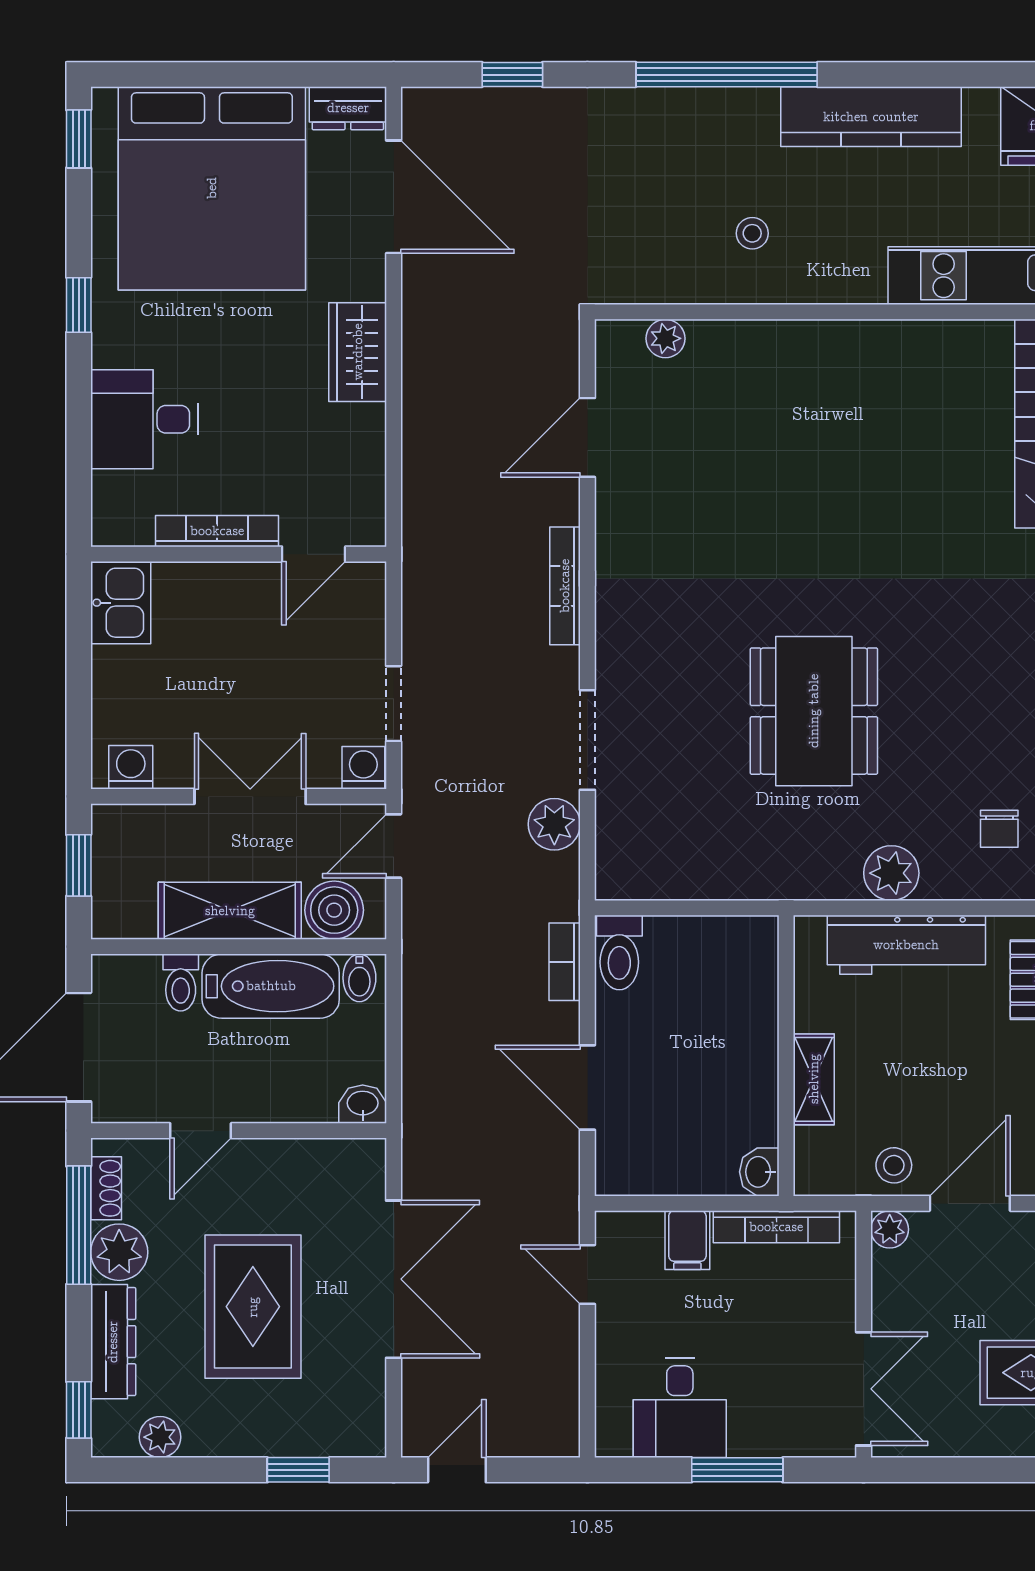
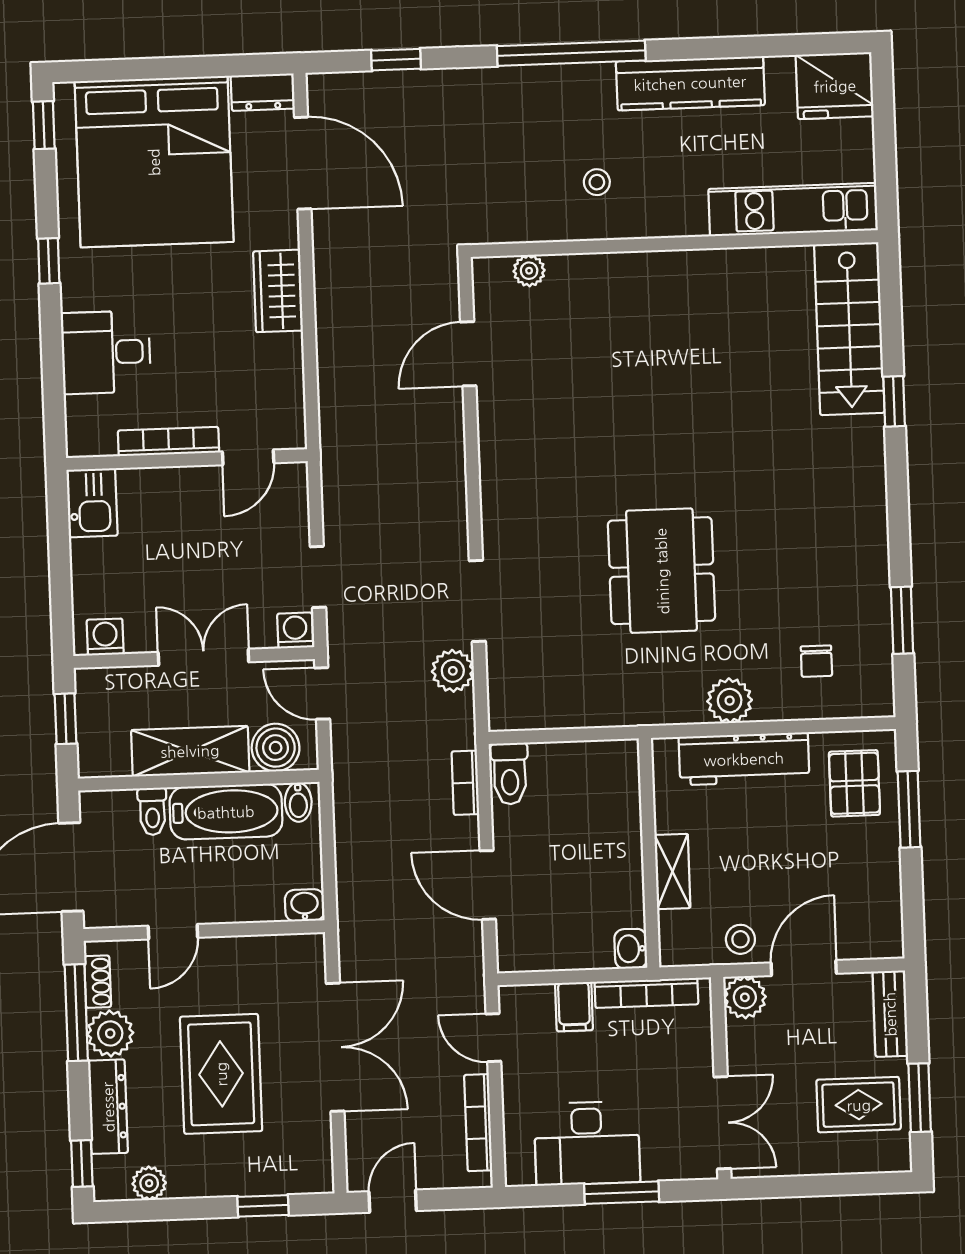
bookcase: (565, 586) -> (478, 1123), moved
door: (394, 846) -> (322, 693), hinge flipped
plant: (890, 1229) -> (745, 997), width x1.38, depth x1.38
desk: (680, 1408) -> (587, 1143), width x1.37

